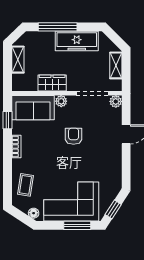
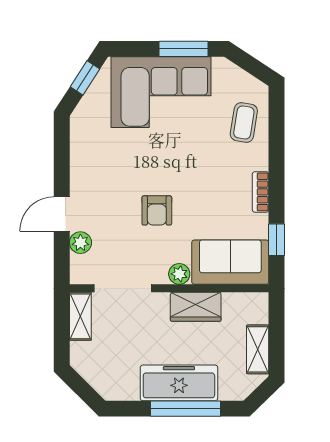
freezer: (77, 41) -> (179, 383), moved
shelving: (116, 65) -> (80, 316), moved
plant: (116, 101) -> (80, 243), moved
floor lamp: (34, 213) -> (229, 71), removed
window: (77, 225) -> (184, 49), moved

